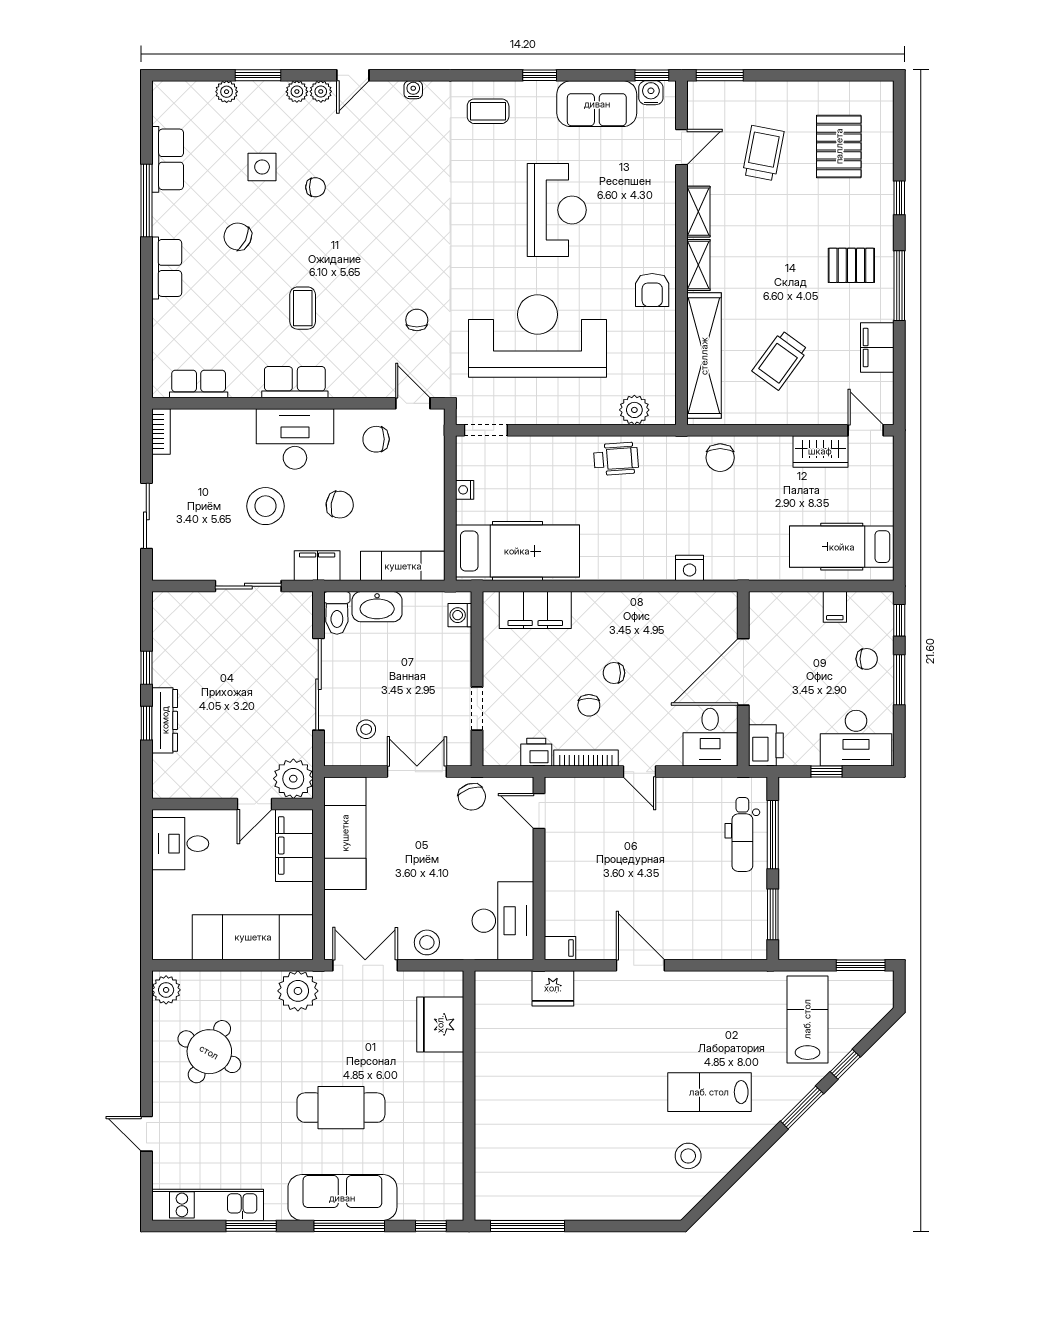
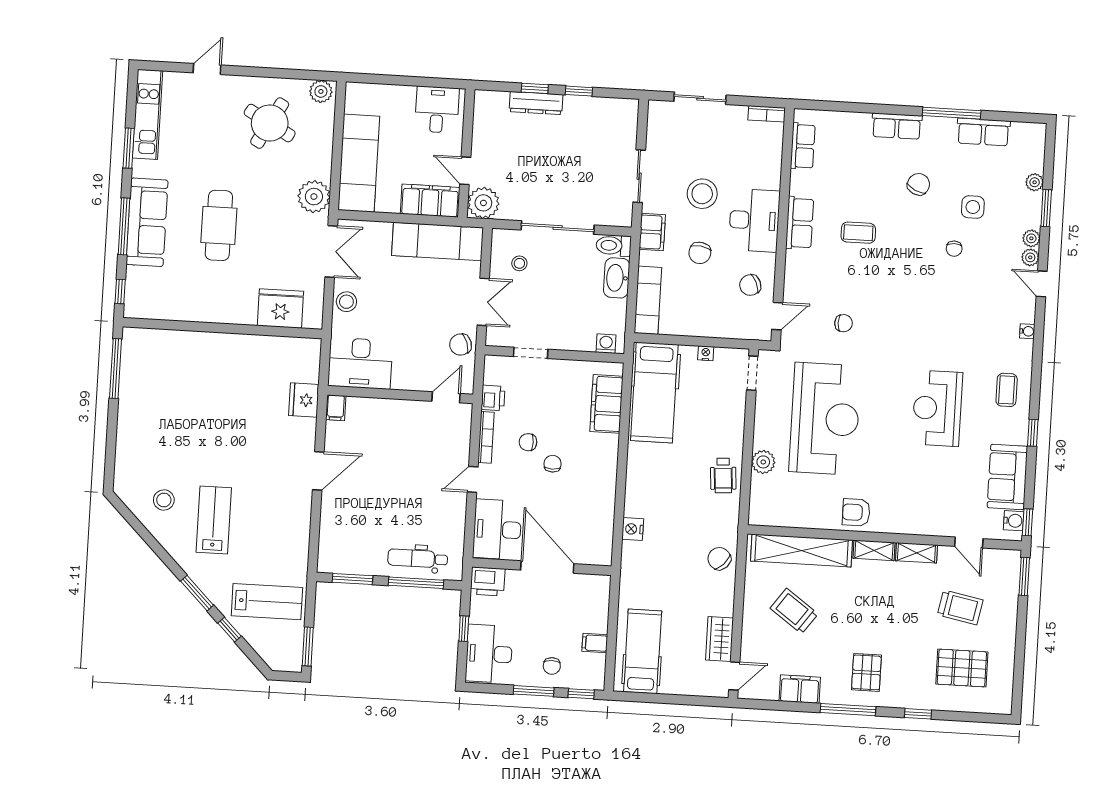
reception desk: (557, 210) -> (937, 408), moved, turned 90
plant: (634, 410) -> (763, 462), moved
chair: (376, 439) -> (750, 285), turned -114
chair: (720, 458) -> (719, 559), turned 44
desk: (710, 737) -> (497, 529), width x1.37

